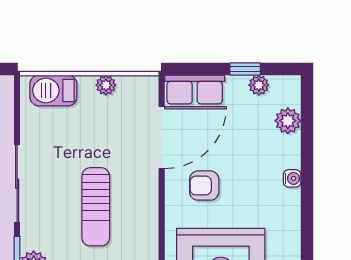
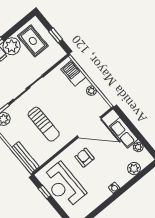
window: (245, 69) -> (140, 137), removed
row of seats: (195, 89) -> (124, 133), moved
sun lounger: (96, 207) -> (44, 124), turned -90

